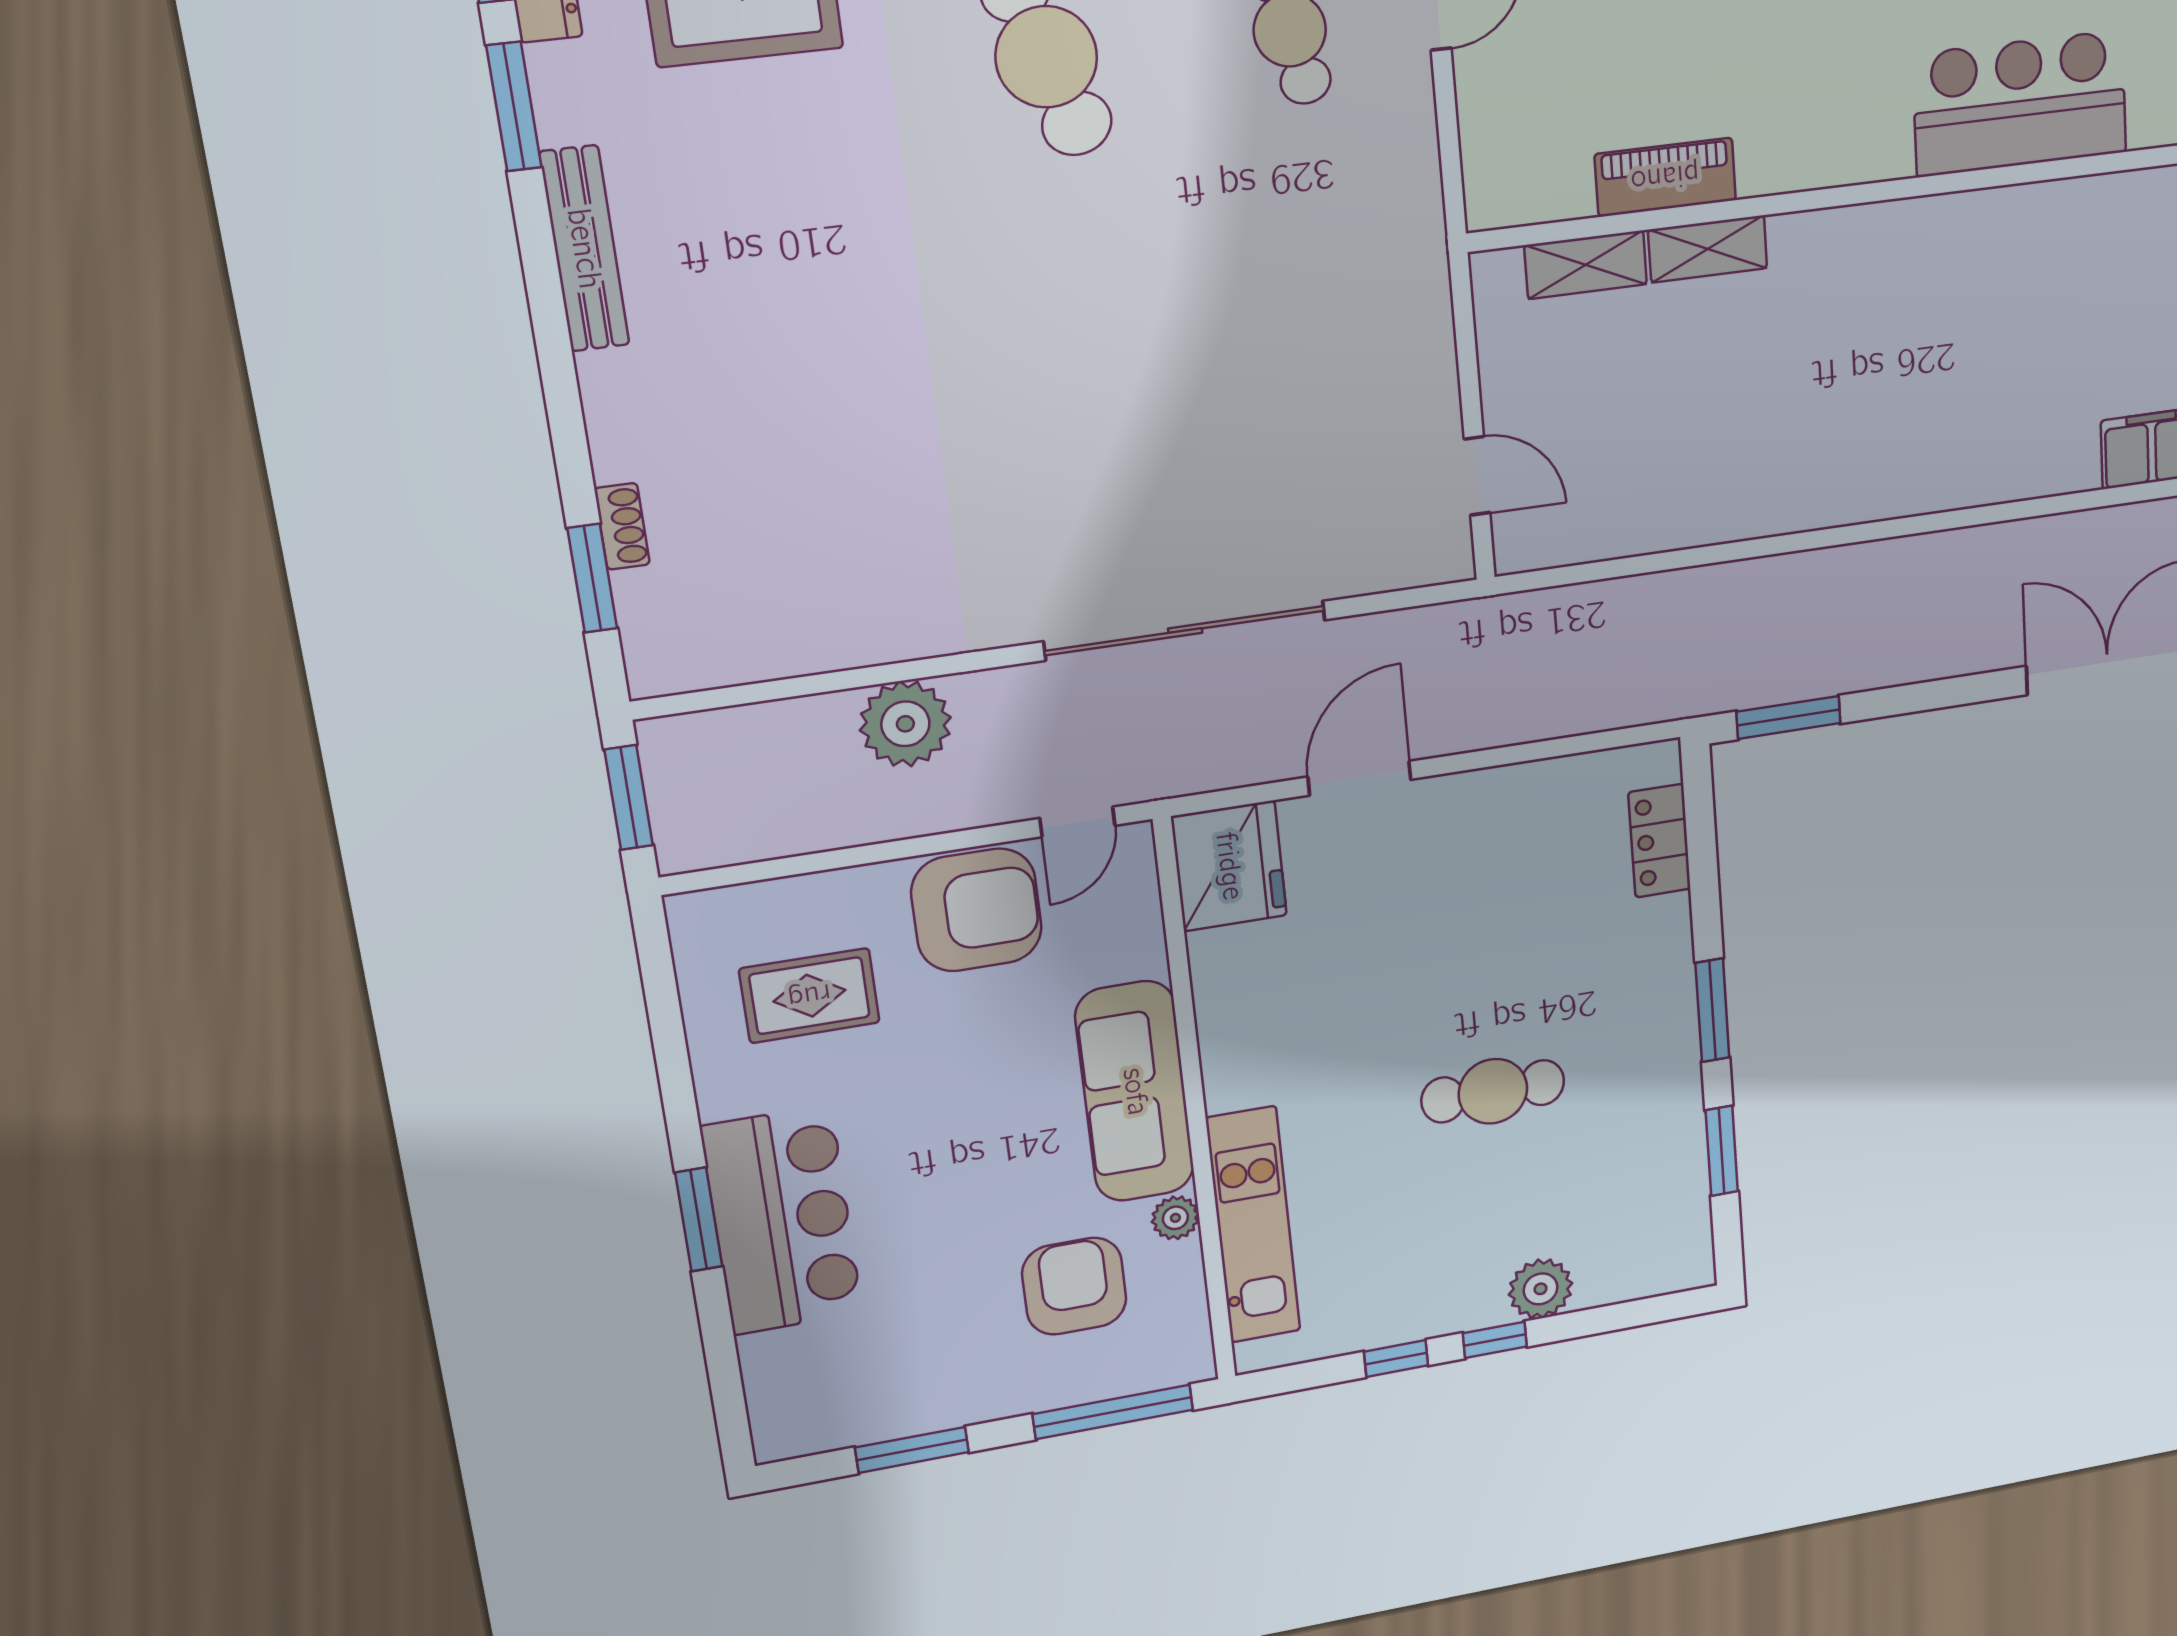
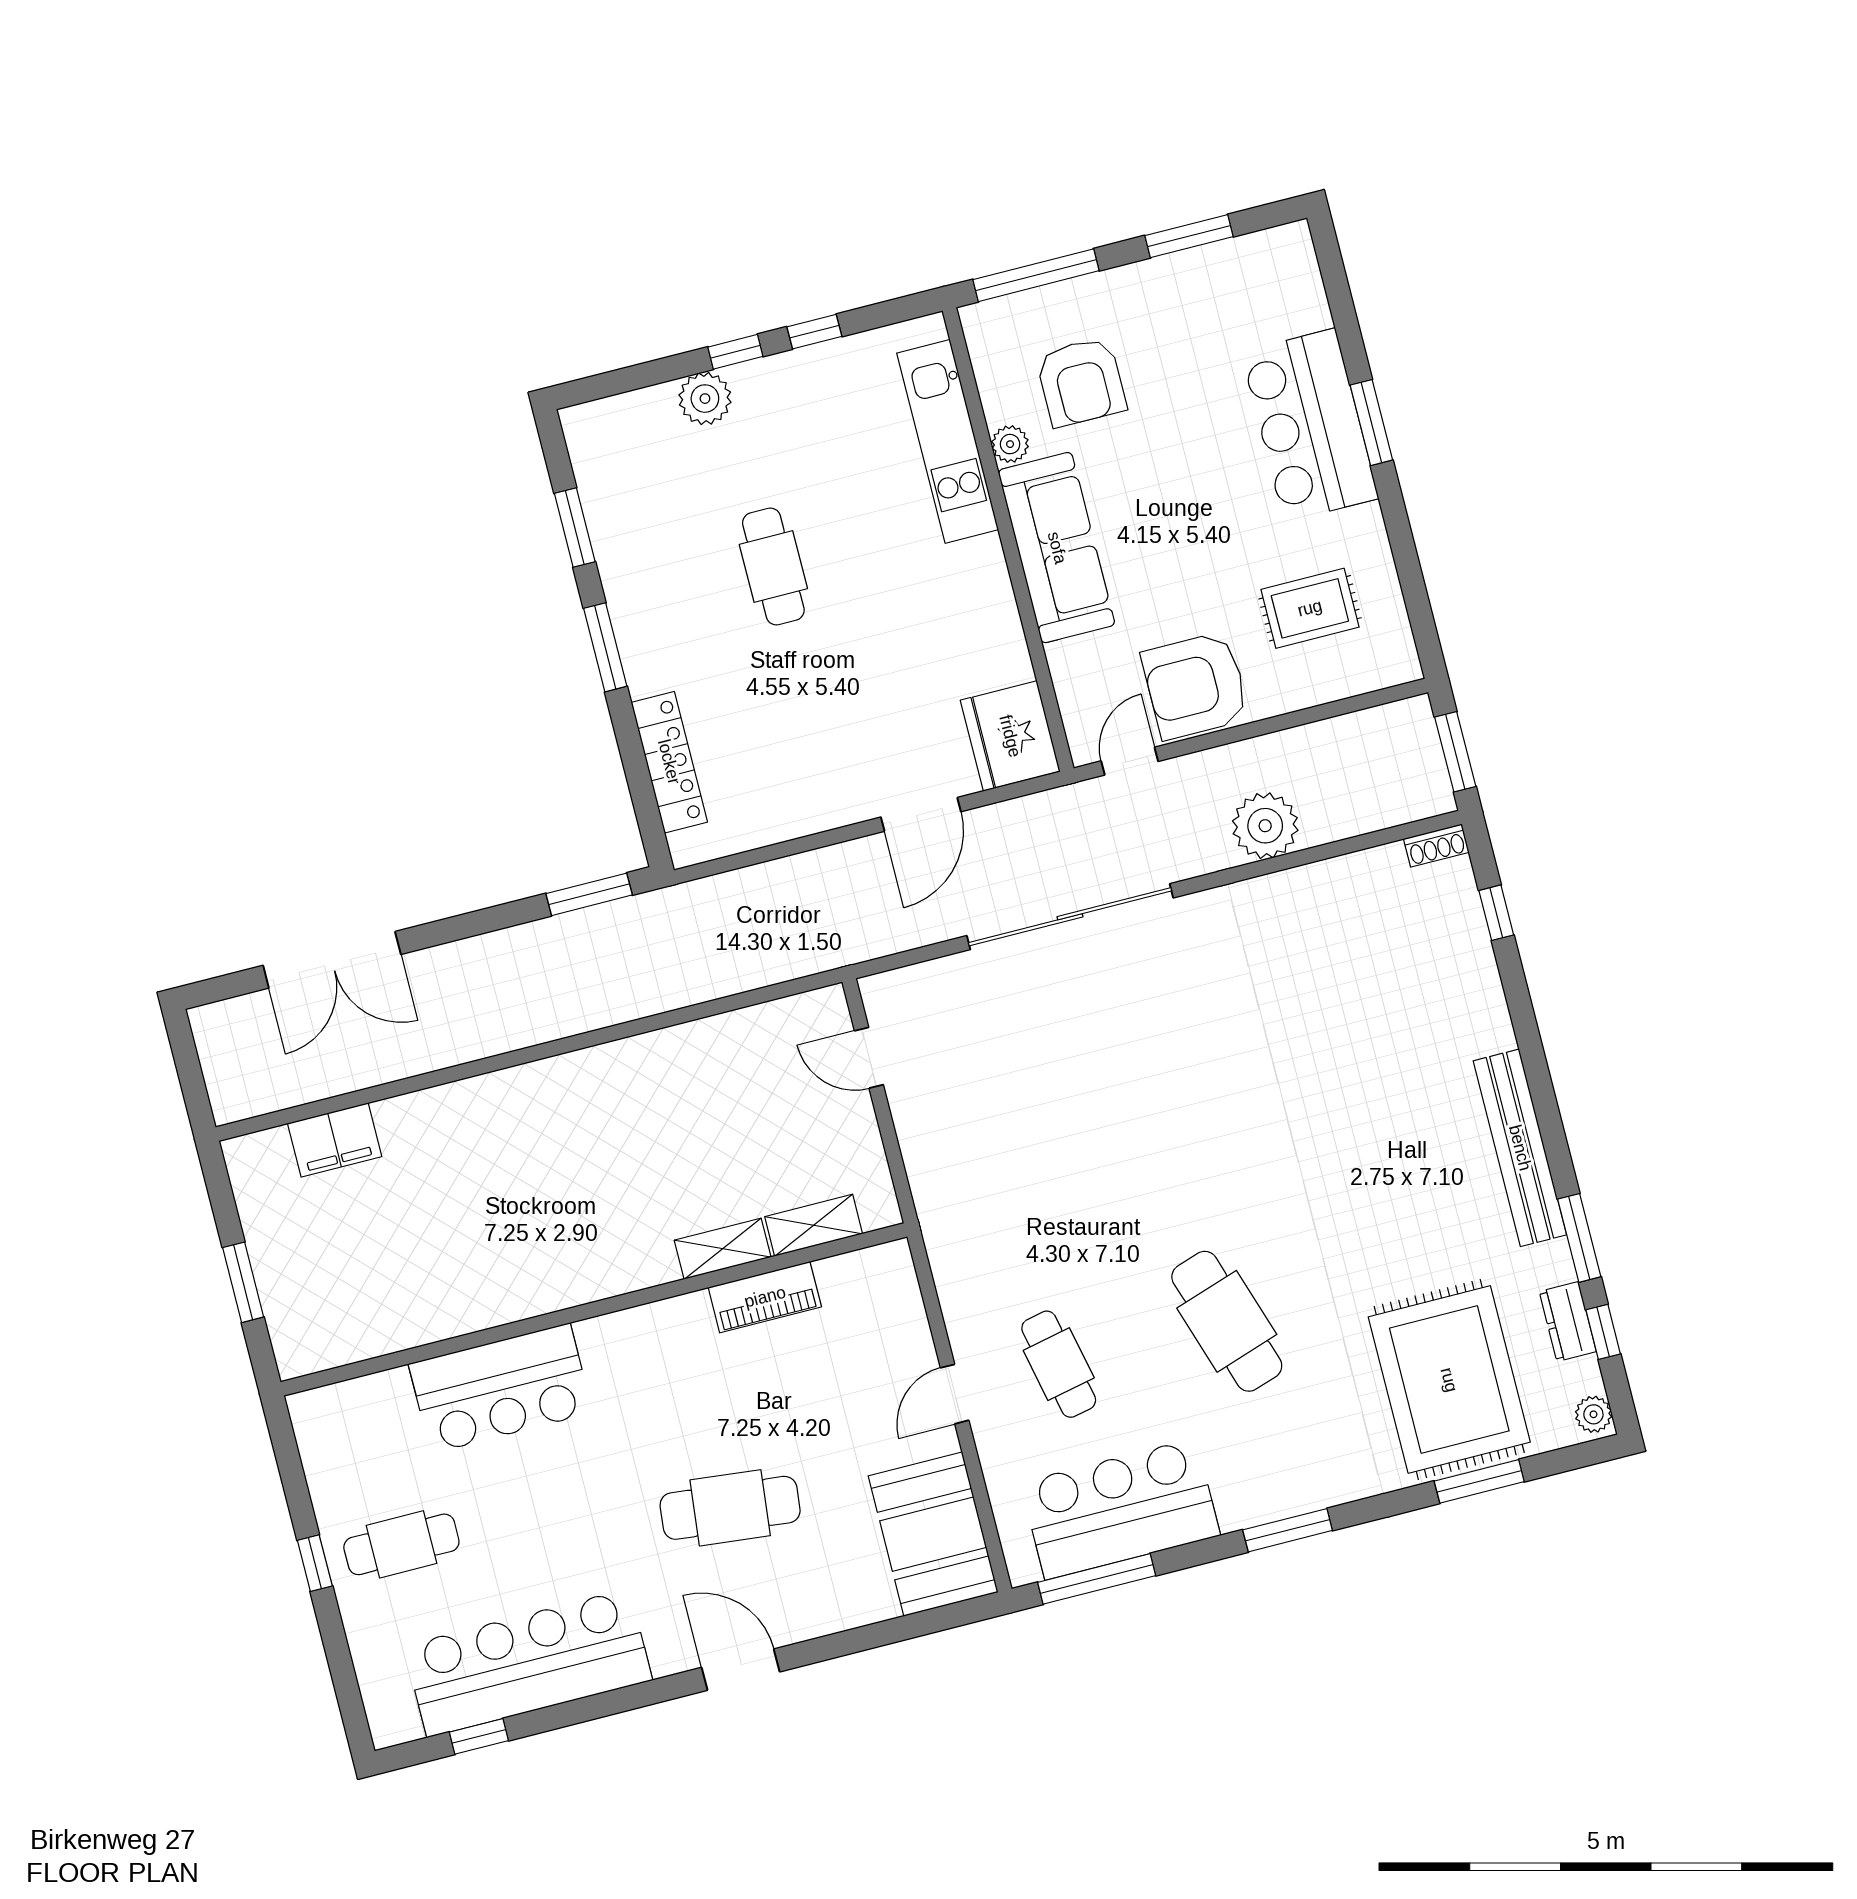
bench: (584, 249) -> (1520, 1148), width x1.37, depth x1.21
shoe rack: (622, 526) -> (1436, 846), moved, turned -90
window: (592, 578) -> (1496, 913), width x0.67
locker: (1659, 841) -> (669, 762), width x1.53
cafe table: (1493, 1091) -> (773, 567), turned 90

